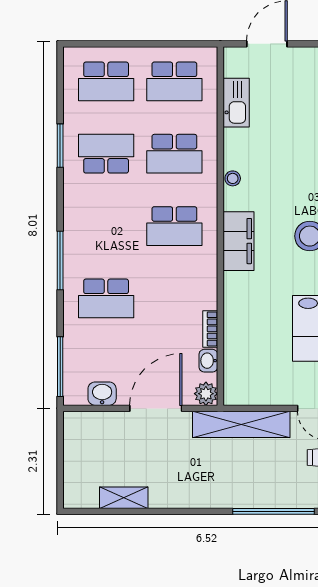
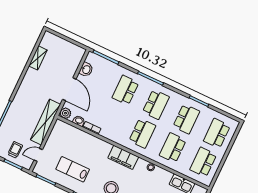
school desk: (106, 226) -> (156, 105), added
school desk: (174, 226) -> (142, 133), turned 180

